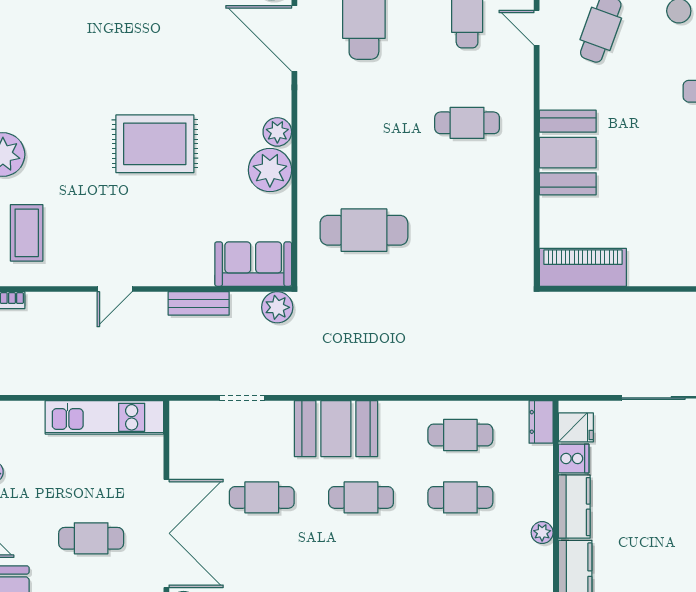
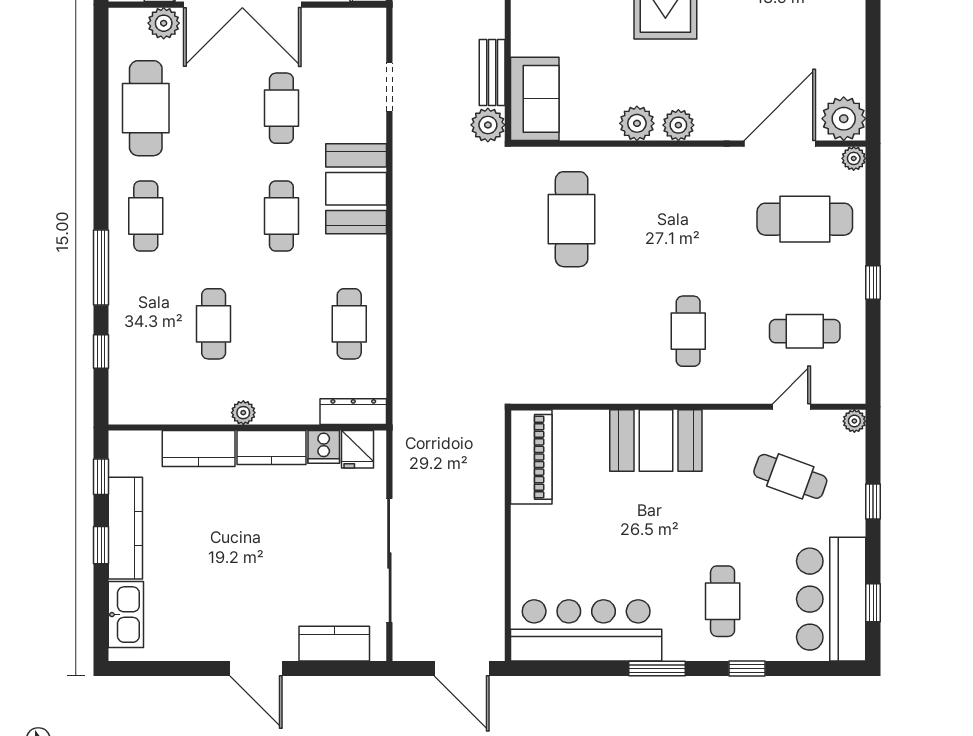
plant: (270, 170) -> (637, 123), width x0.73, depth x0.73
bench: (199, 303) -> (492, 73), moved
dresser: (541, 422) -> (353, 412), width x1.44
cafe table: (460, 497) -> (214, 324), moved

